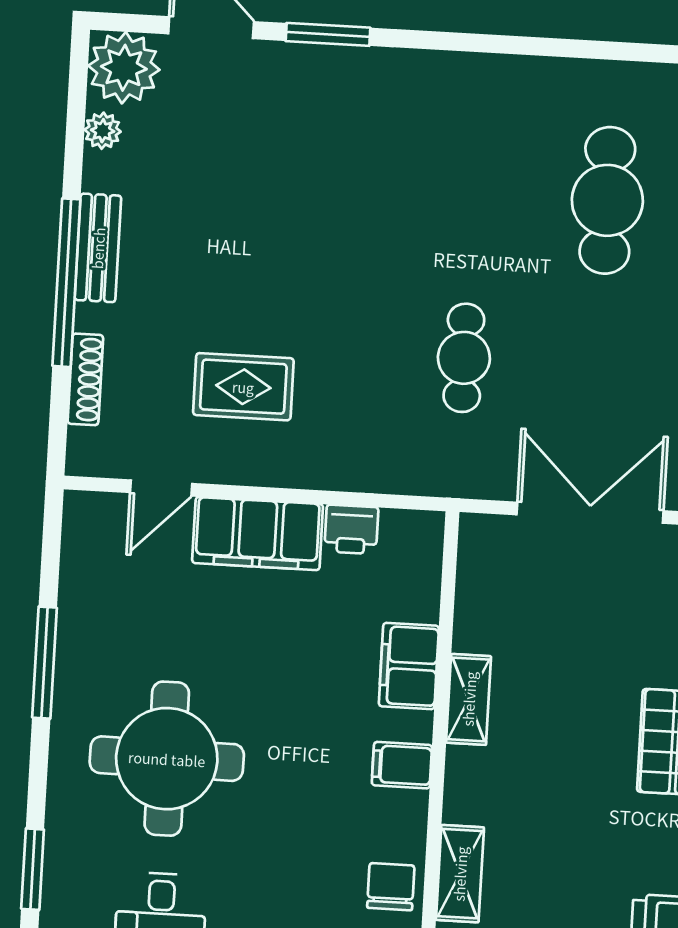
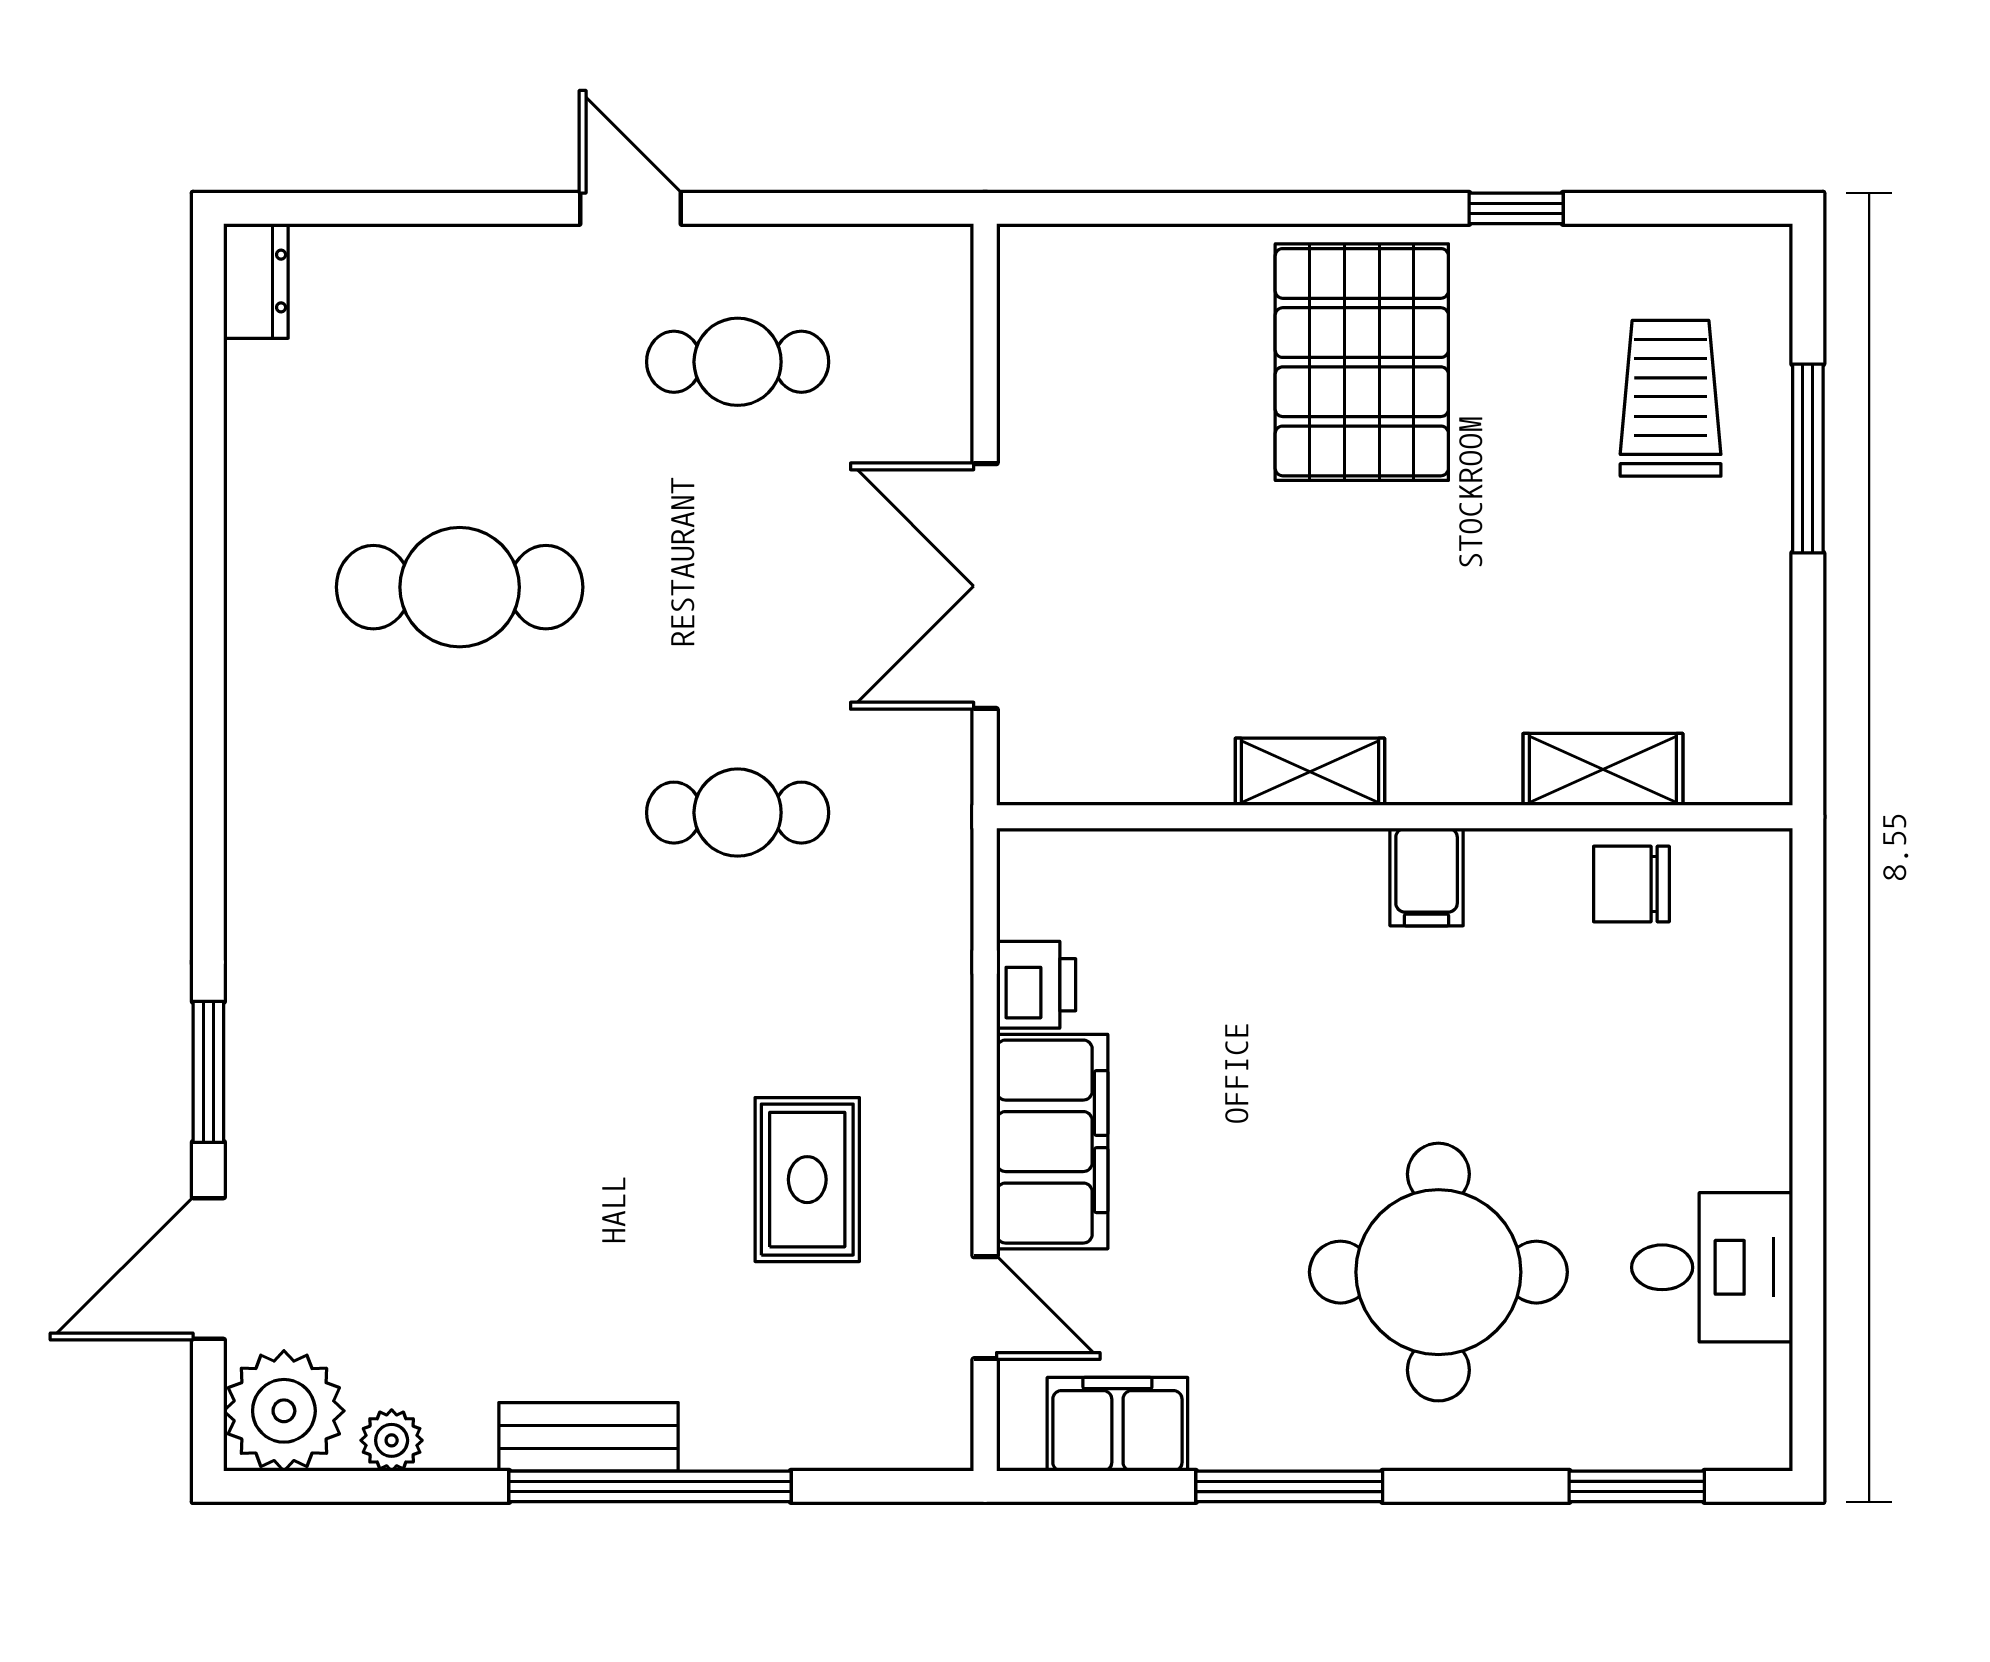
shoe rack: (85, 379) -> (810, 1445), removed
filing cabinet: (409, 666) -> (1117, 1424), moved, turned 180

